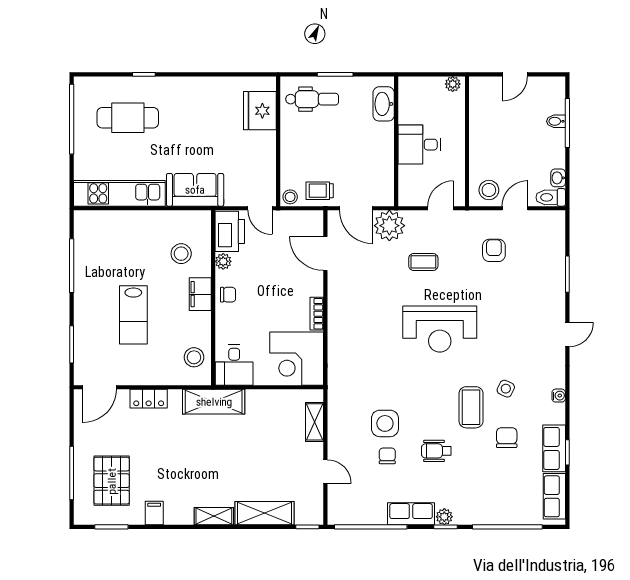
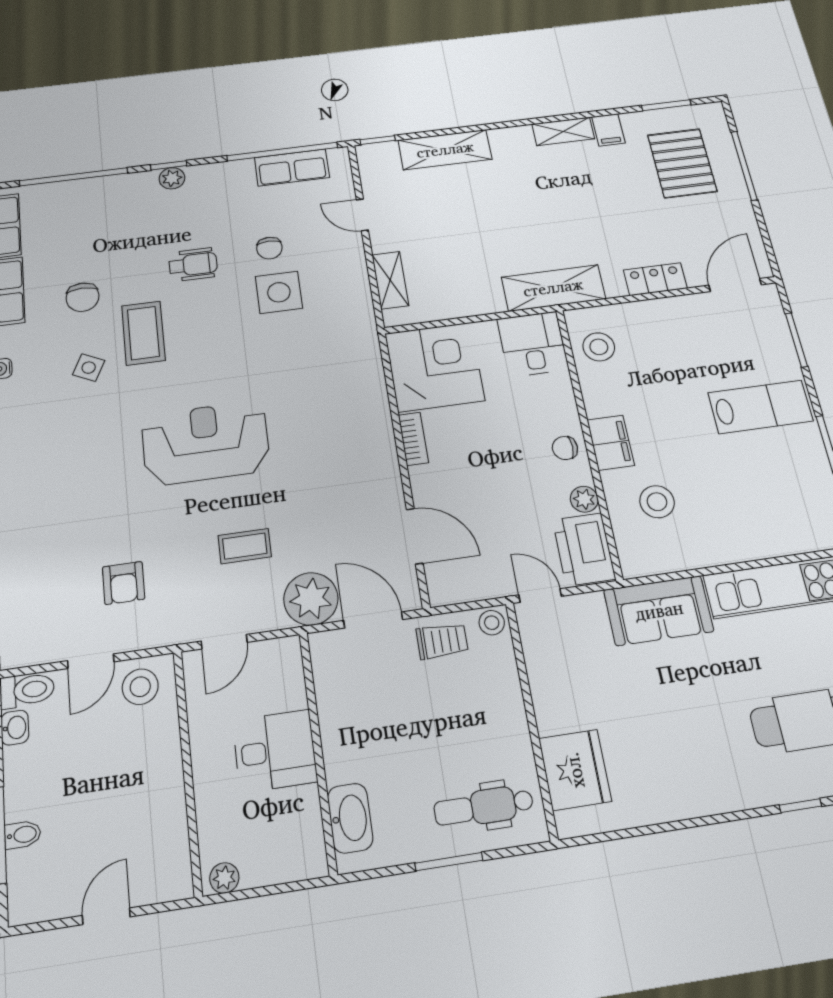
lab bench: (133, 315) -> (760, 407), moved, turned 90
row of seats: (411, 514) -> (292, 168), moved
shelving: (214, 516) -> (563, 131), moved

